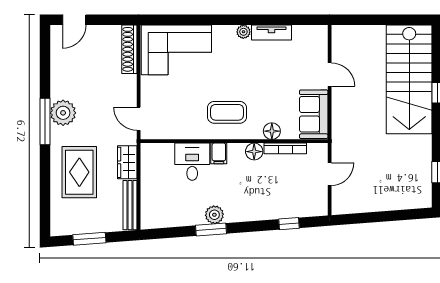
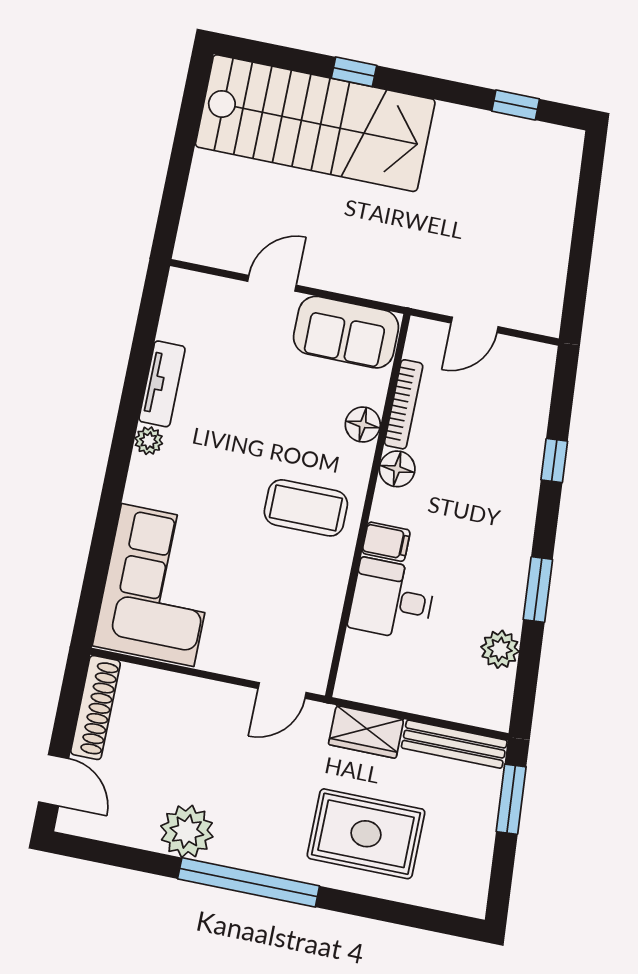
shoe rack: (129, 49) -> (95, 708), moved, turned -90
coffee table: (227, 112) -> (306, 508), turned 90
plant: (63, 113) -> (187, 831), moved
window: (45, 122) -> (249, 882), width x1.46
door: (330, 174) -> (475, 325), swing flipped
plant: (214, 215) -> (500, 649), moved
window: (289, 224) -> (554, 461), moved
window: (89, 239) -> (511, 799), moved

